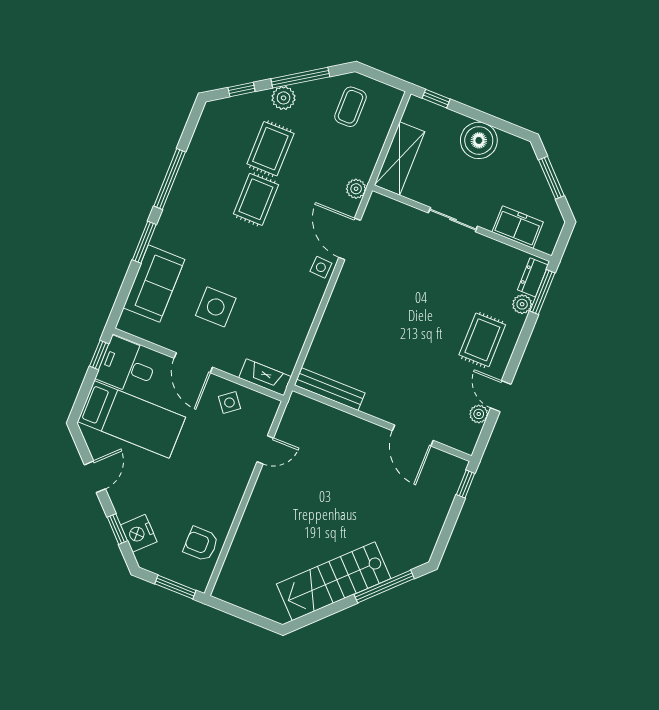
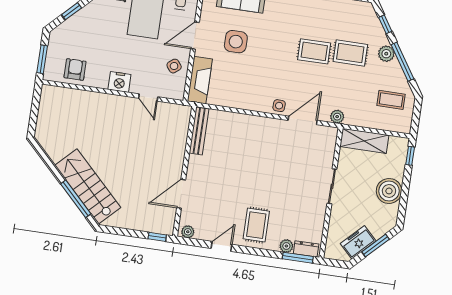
freezer: (518, 227) -> (358, 242), moved, turned -135
rug: (482, 340) -> (256, 225), turned 90
fireplace: (265, 377) -> (200, 80), width x1.37, depth x1.32
plant: (479, 414) -> (188, 232), moved
nightstand: (139, 533) -> (119, 82), moved, turned -135
stairs: (334, 581) -> (88, 186), moved

